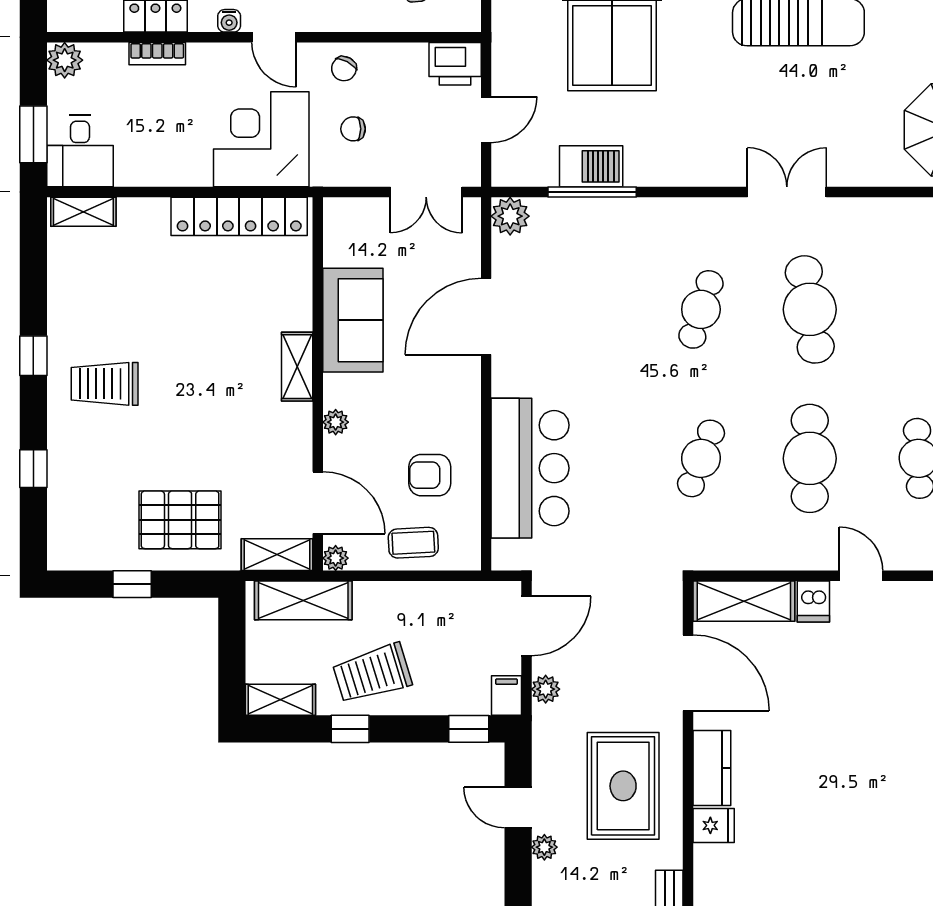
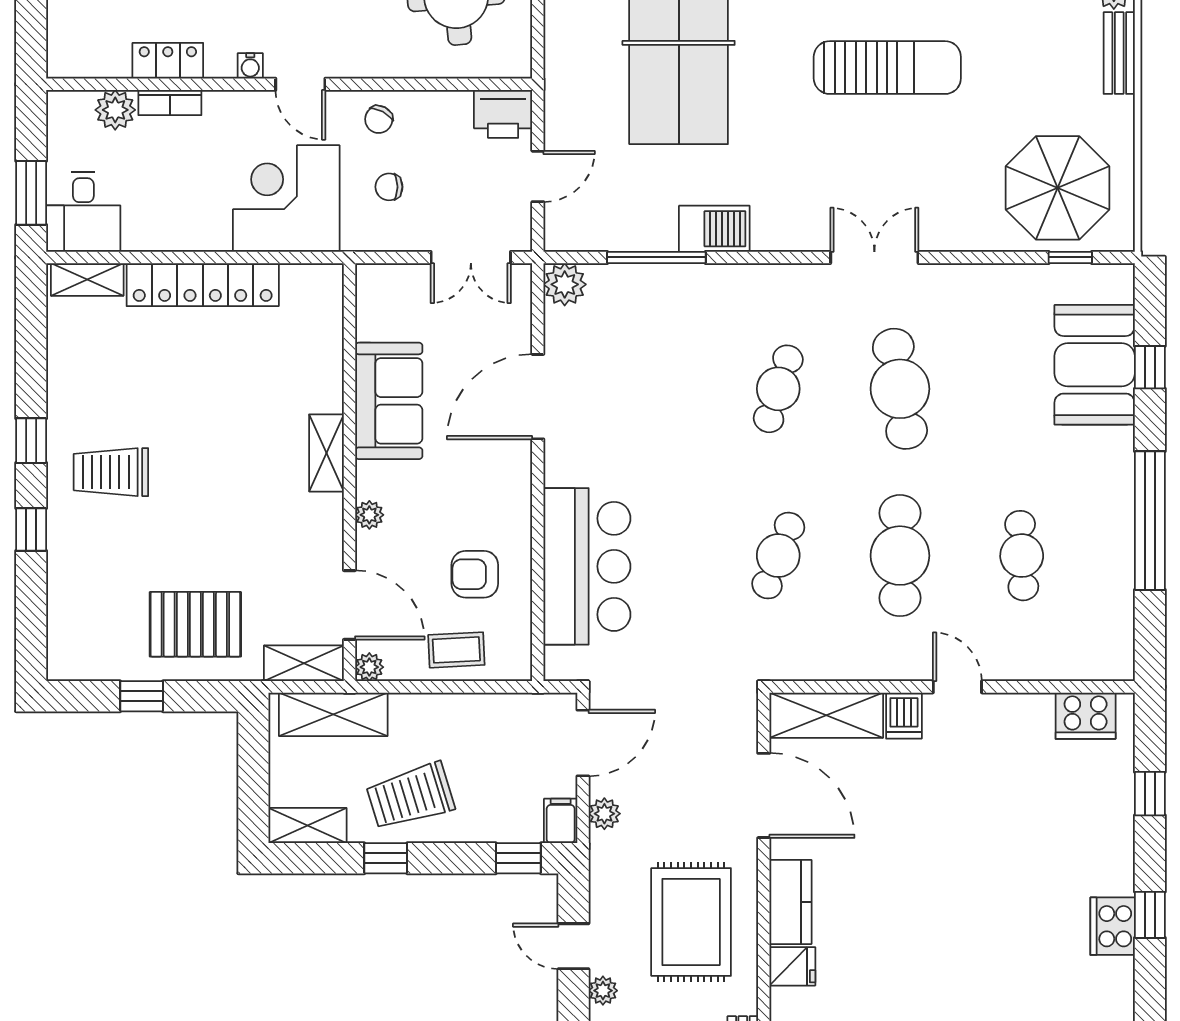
plant: (65, 60) -> (115, 110), moved
barbecue: (591, 166) -> (714, 229), moved
locker: (239, 216) -> (203, 285), moved
window: (33, 469) -> (31, 530), moved

